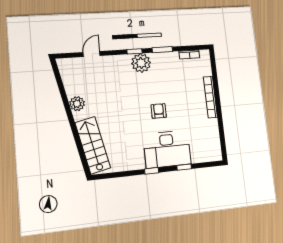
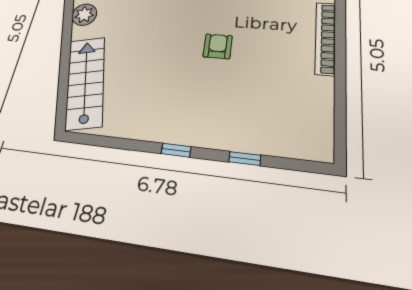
desk: (167, 149) -> (217, 116), removed

